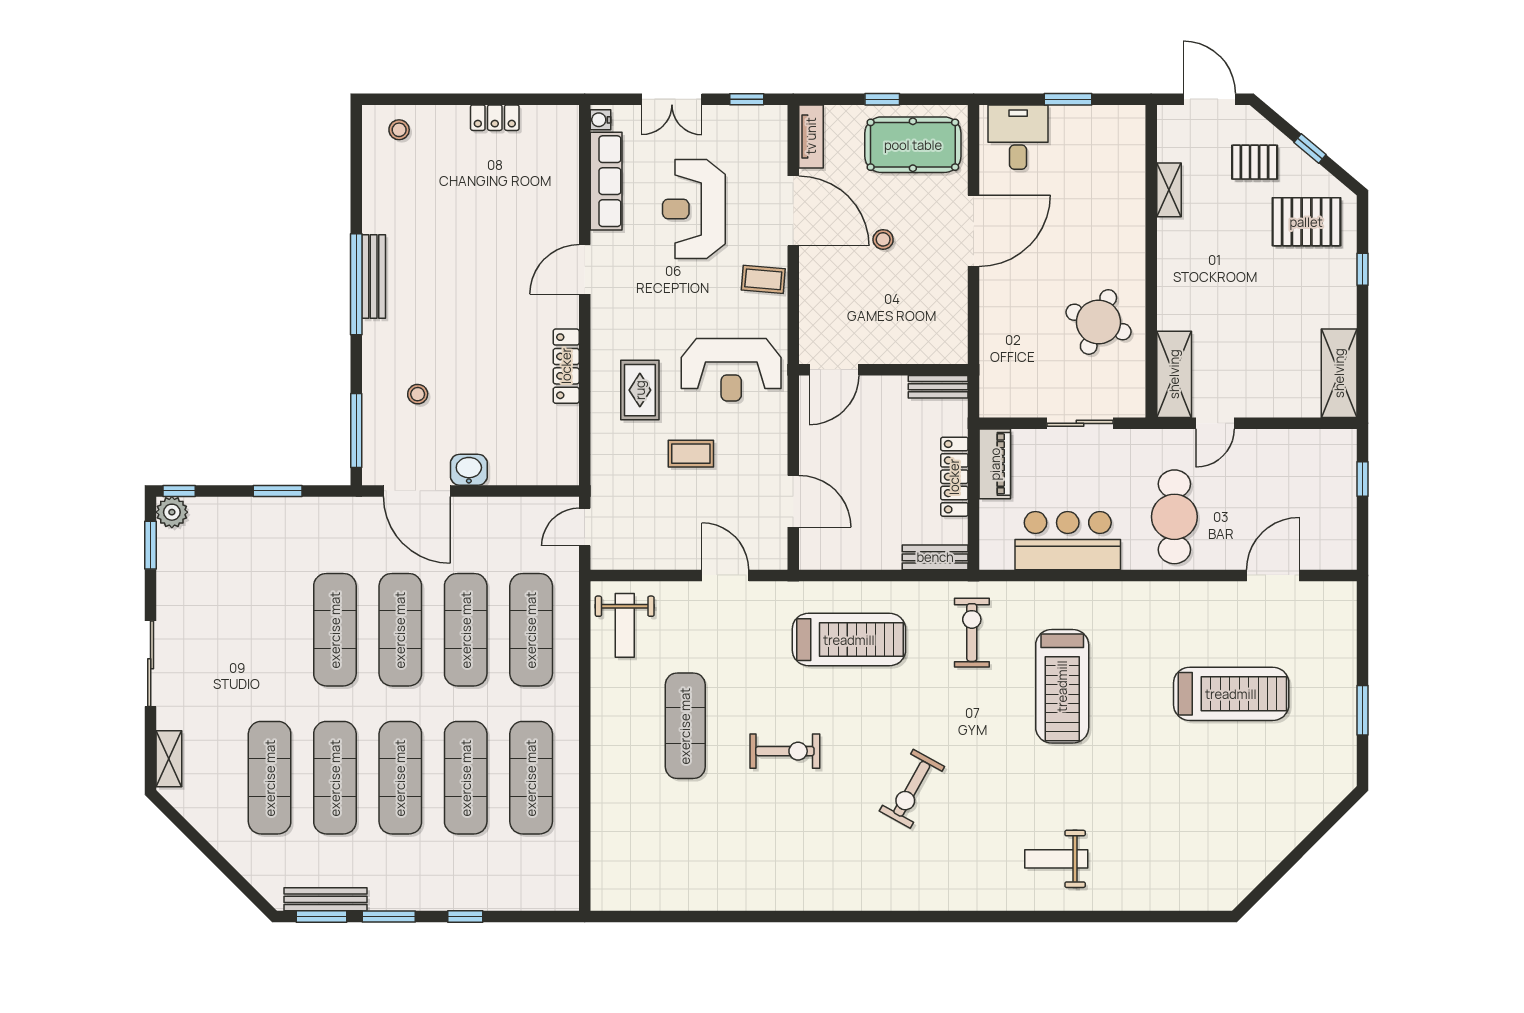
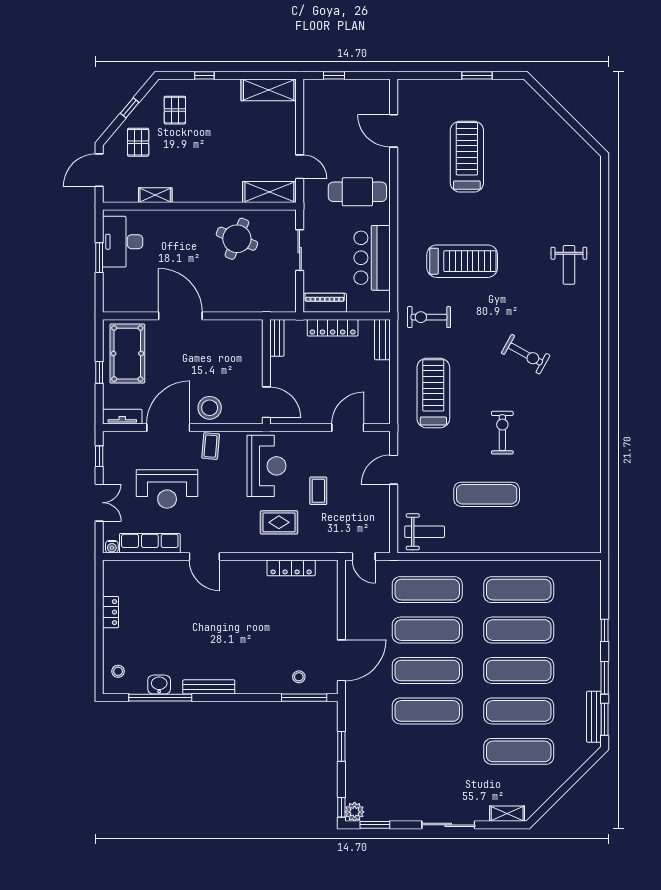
desk: (1018, 137) -> (123, 242), moved, width x1.37
pallet: (1306, 222) -> (175, 110), width x0.67, depth x0.71
stool: (883, 239) -> (210, 408), moved, width x1.89, depth x1.89
window: (356, 284) -> (160, 698), moved
locker: (566, 366) -> (291, 568), moved
stool: (418, 394) -> (299, 677), moved
washbasin: (469, 470) -> (159, 685), moved, turned 90

